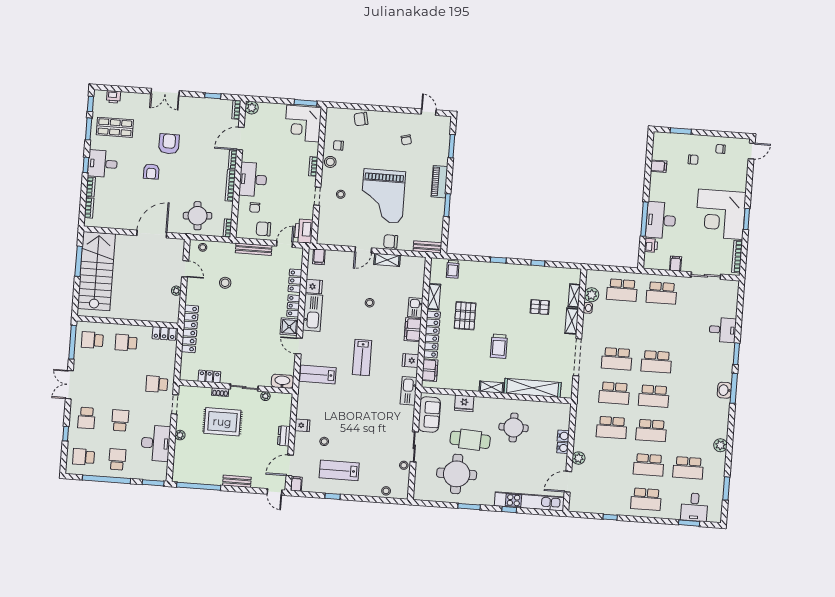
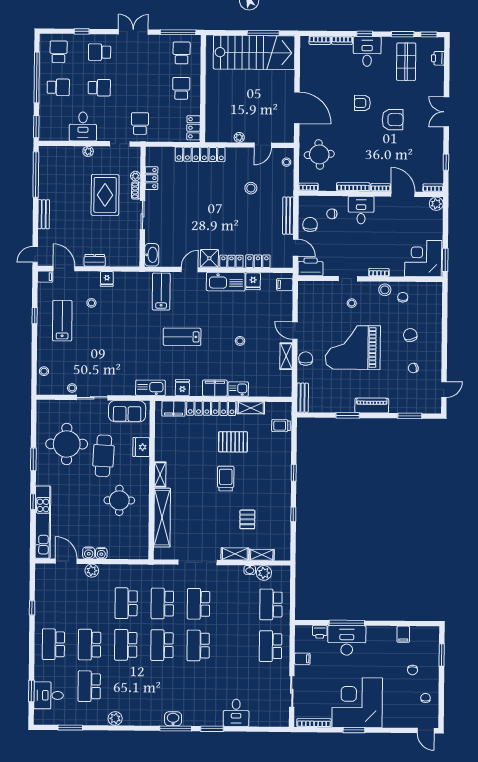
chair: (361, 119) -> (410, 335), moved
desk: (253, 179) -> (361, 210), width x0.73
trolley: (499, 346) -> (226, 479), moved, turned 90
plant: (265, 396) -> (135, 176), moved
water cooler: (563, 436) -> (89, 553), moved
desk: (156, 443) -> (83, 126), width x0.73

